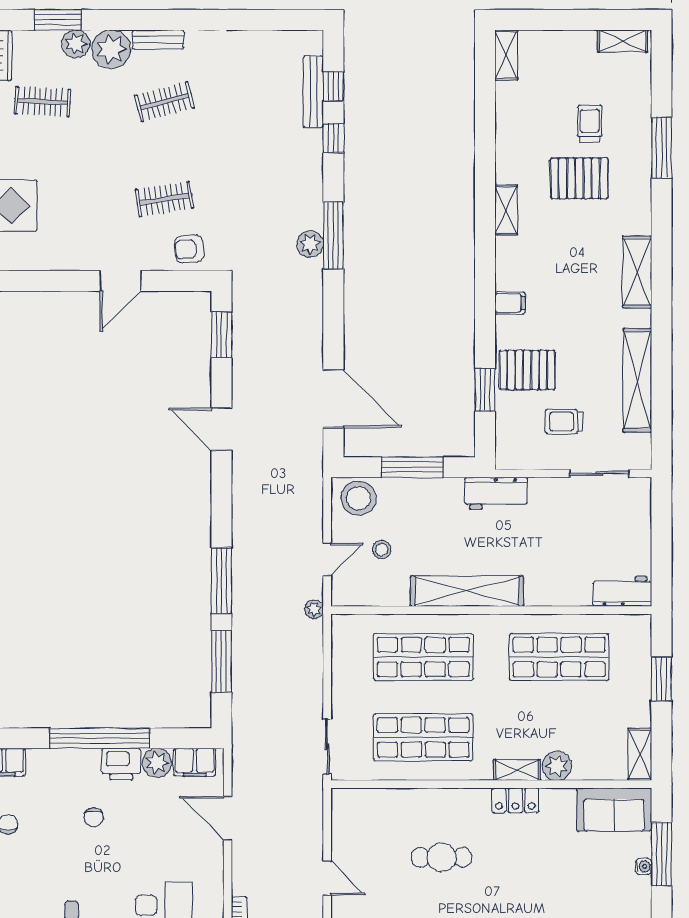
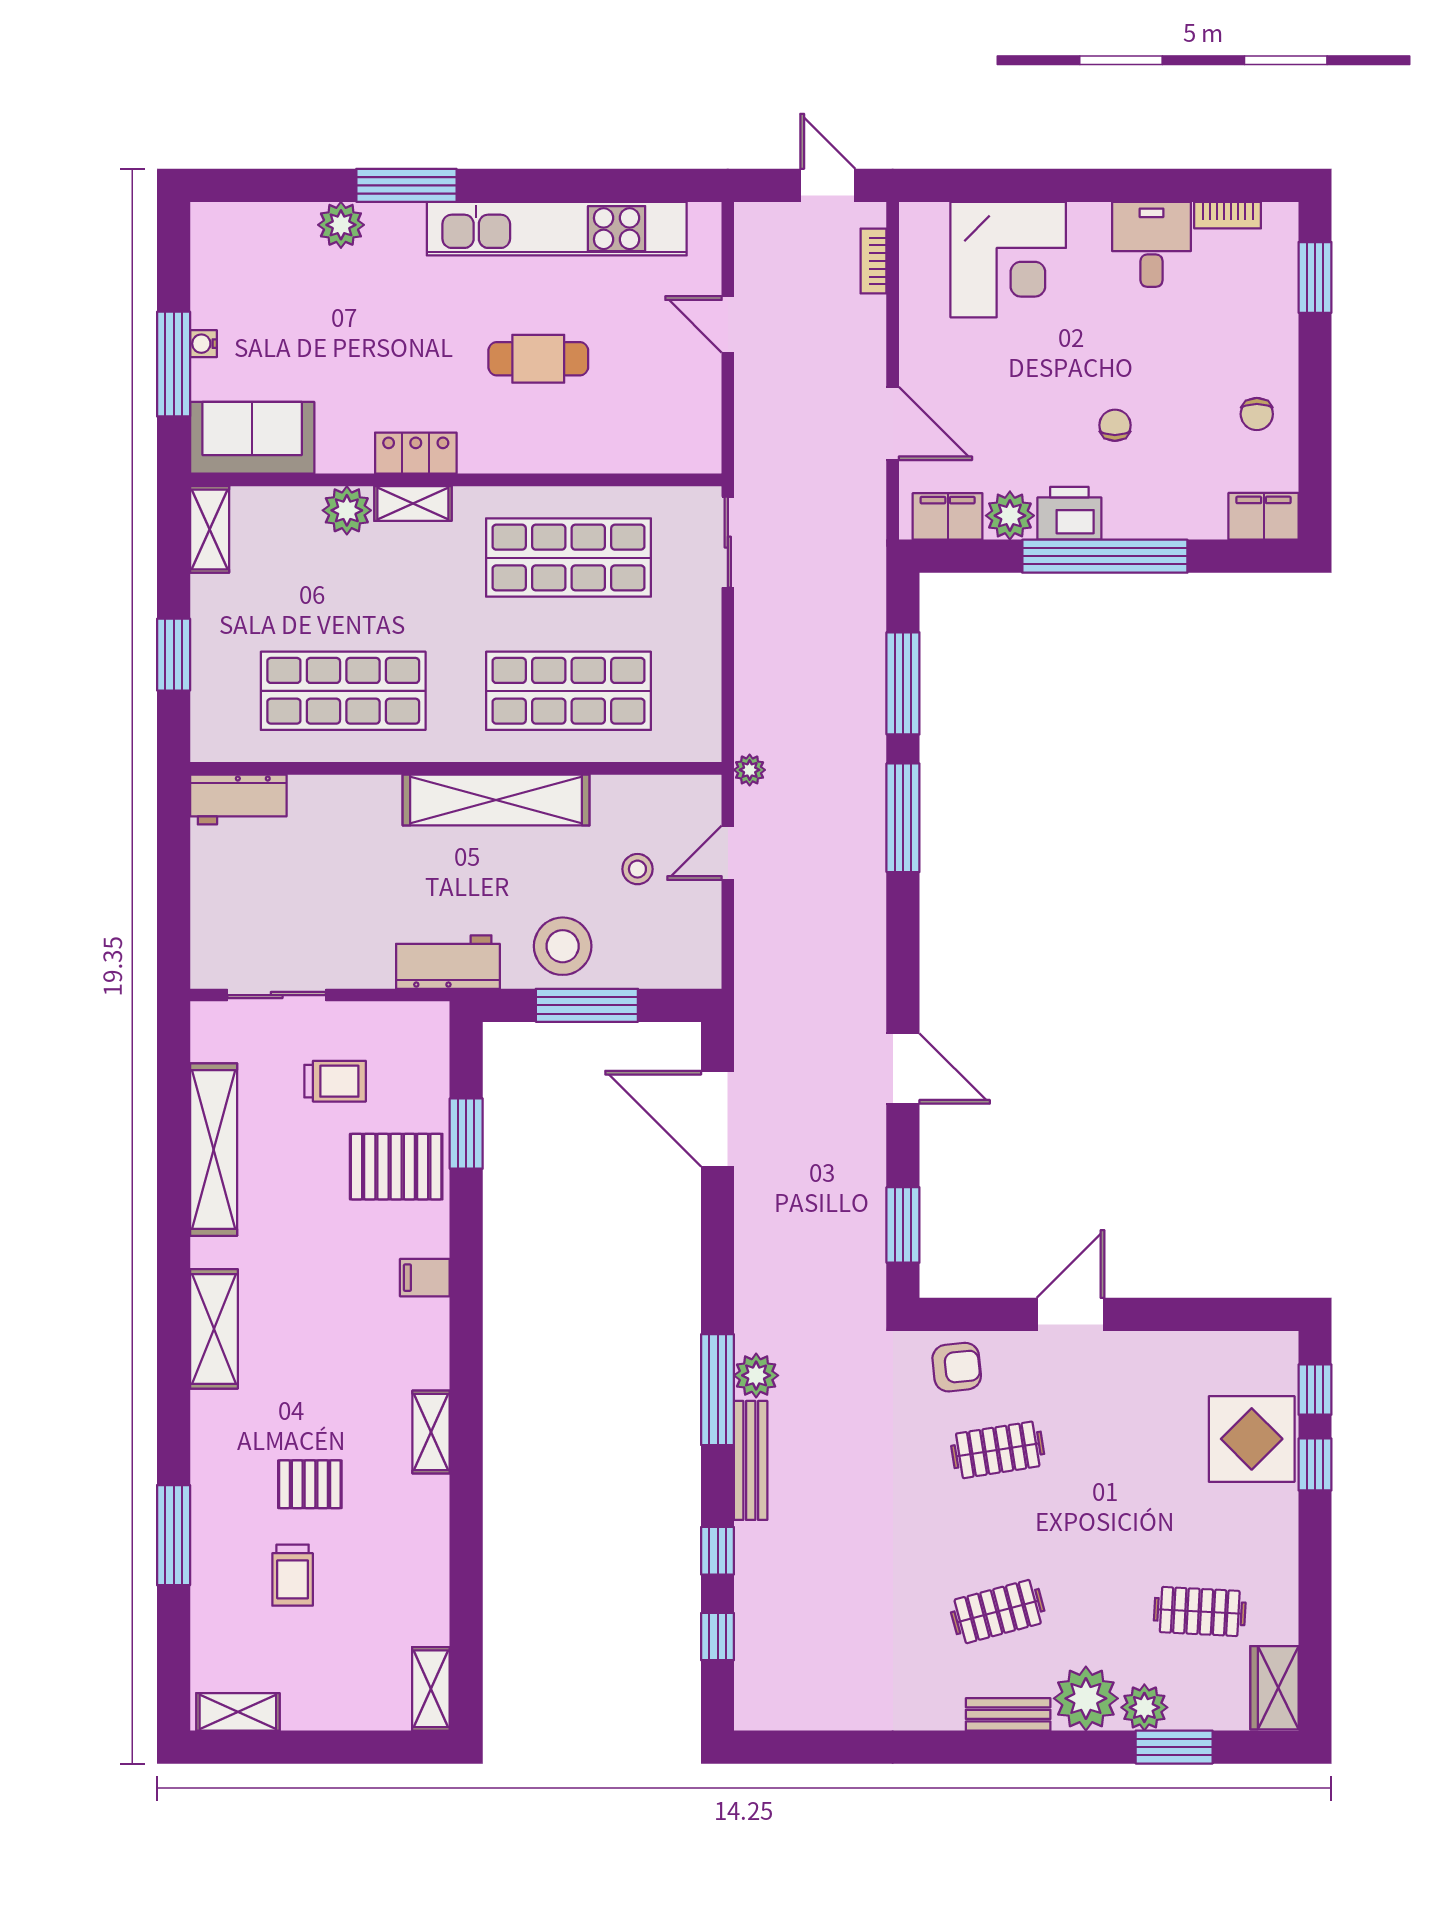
bench: (313, 92) -> (751, 1460), moved
pallet: (579, 178) -> (310, 1484), width x0.67, depth x0.71
stool: (359, 498) -> (563, 946), moved

